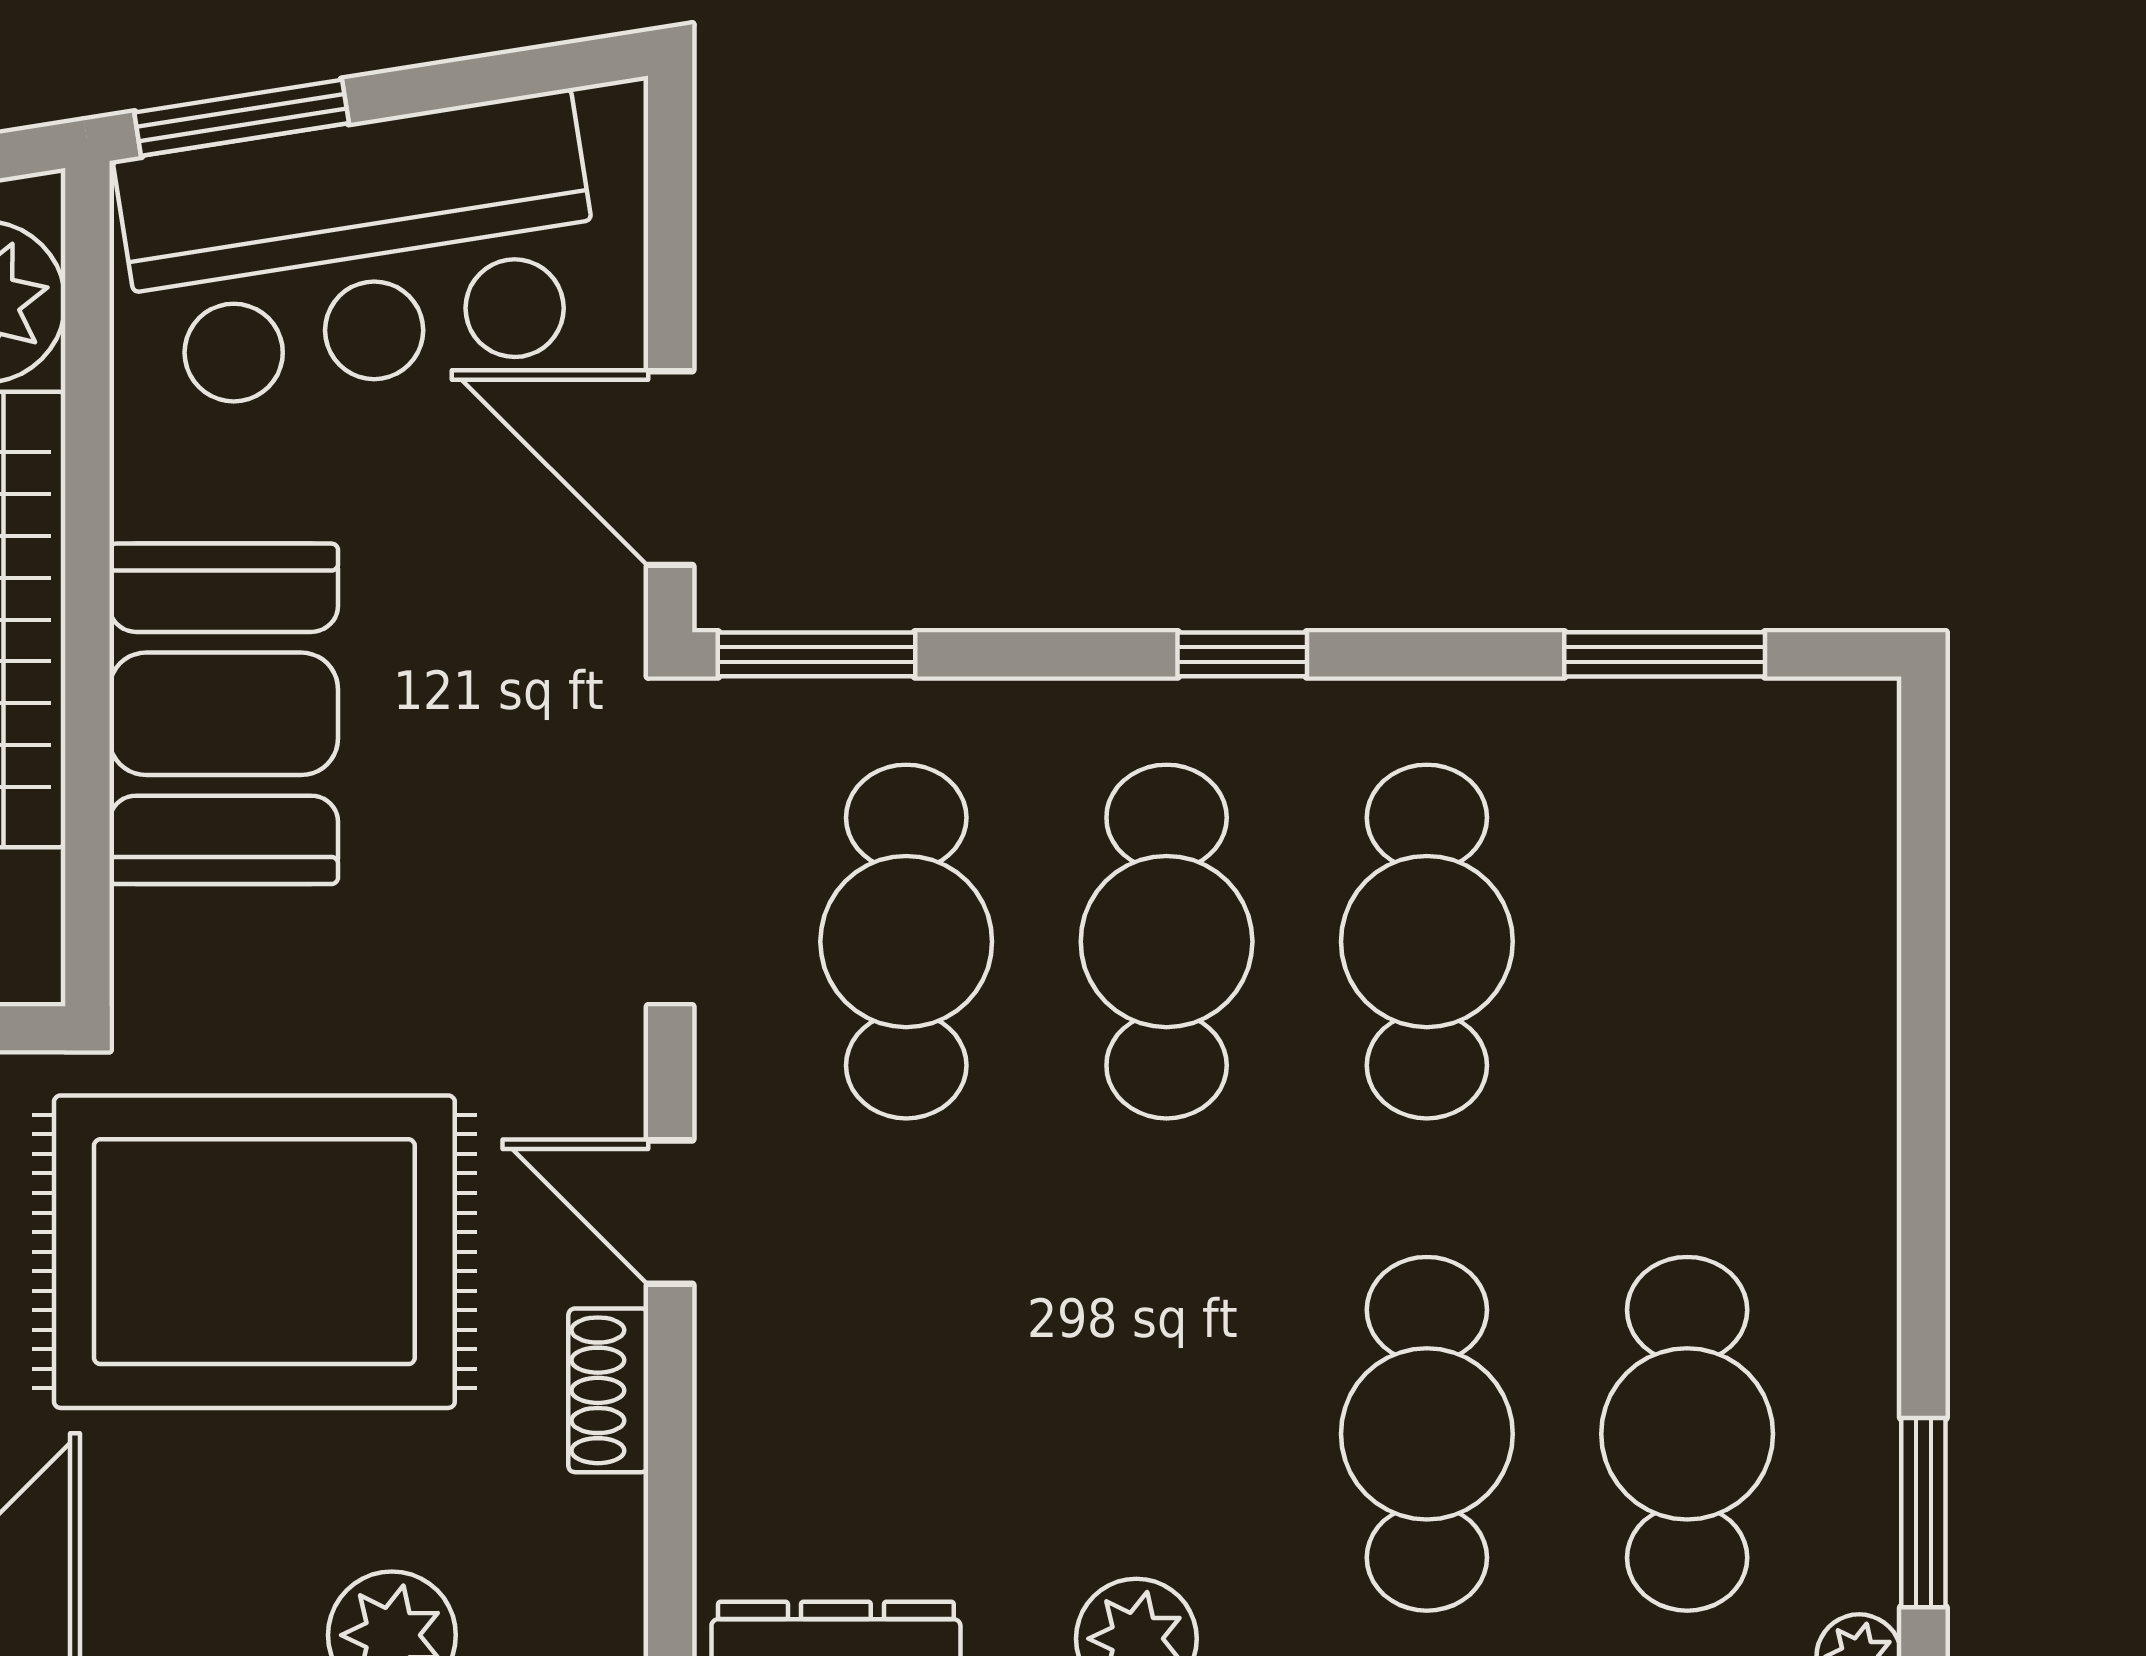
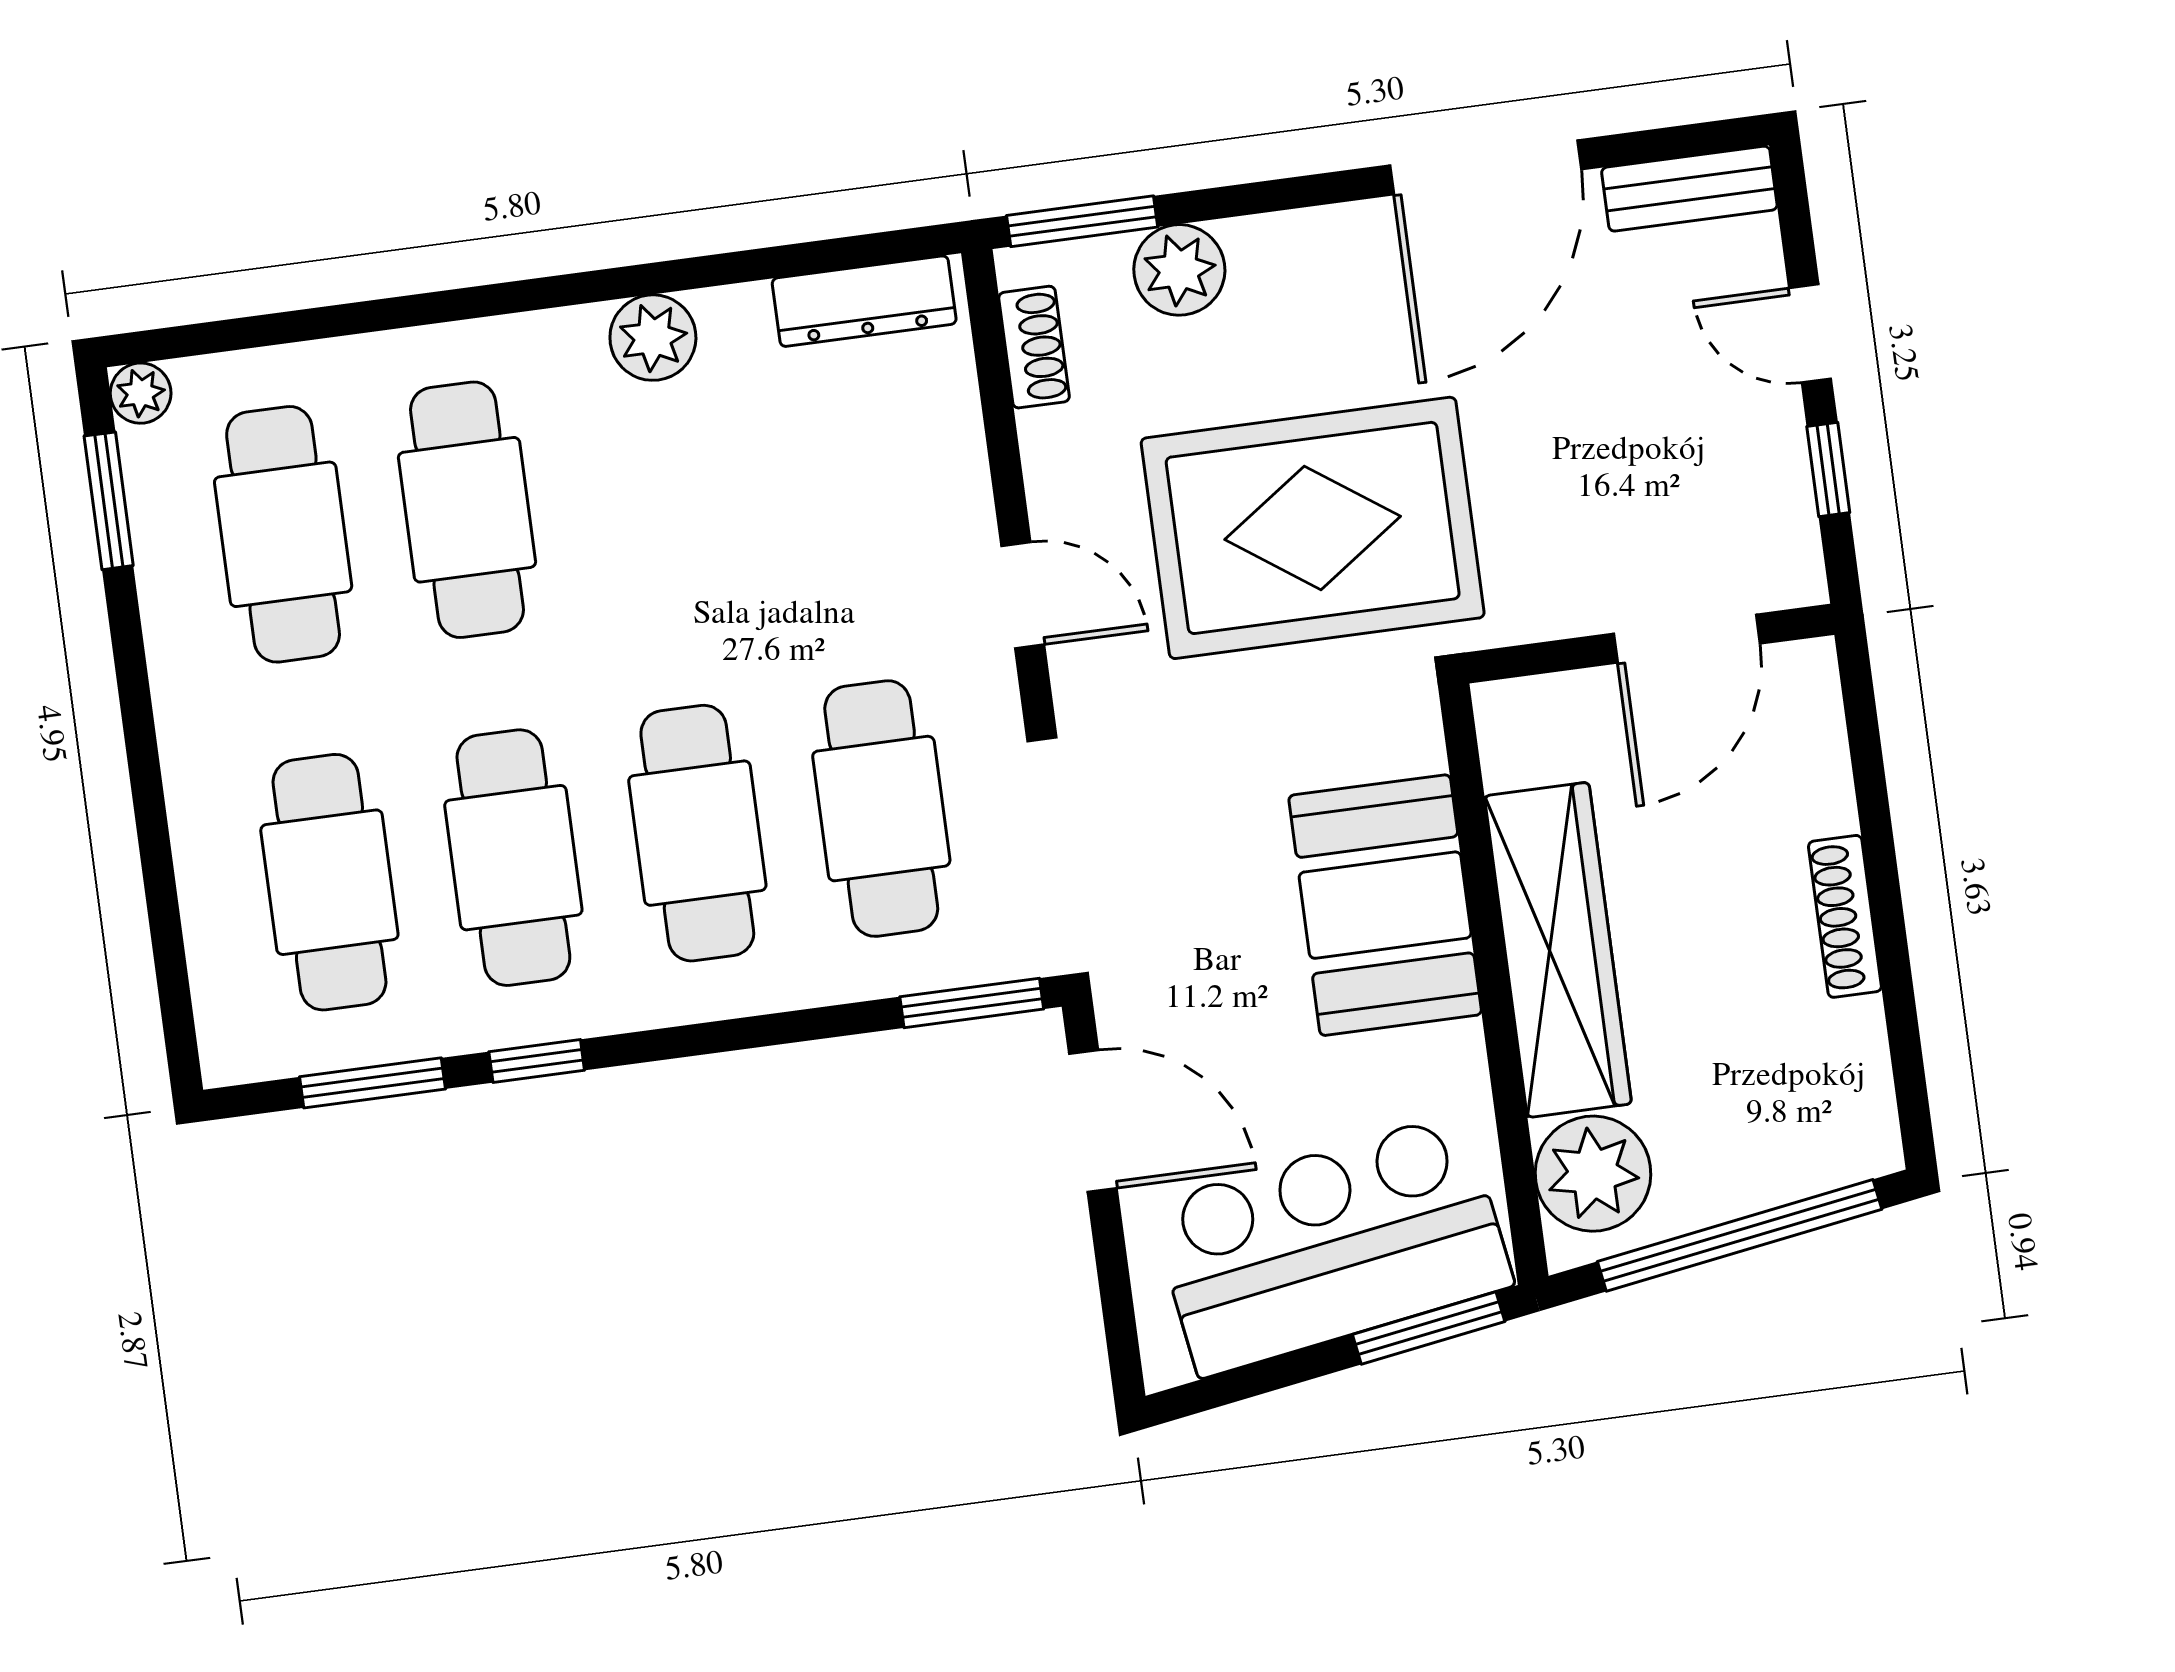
window: (1242, 654) -> (537, 1061), moved
cafe table: (1687, 942) -> (329, 882), added
shoe rack: (608, 1390) -> (1034, 347), moved

